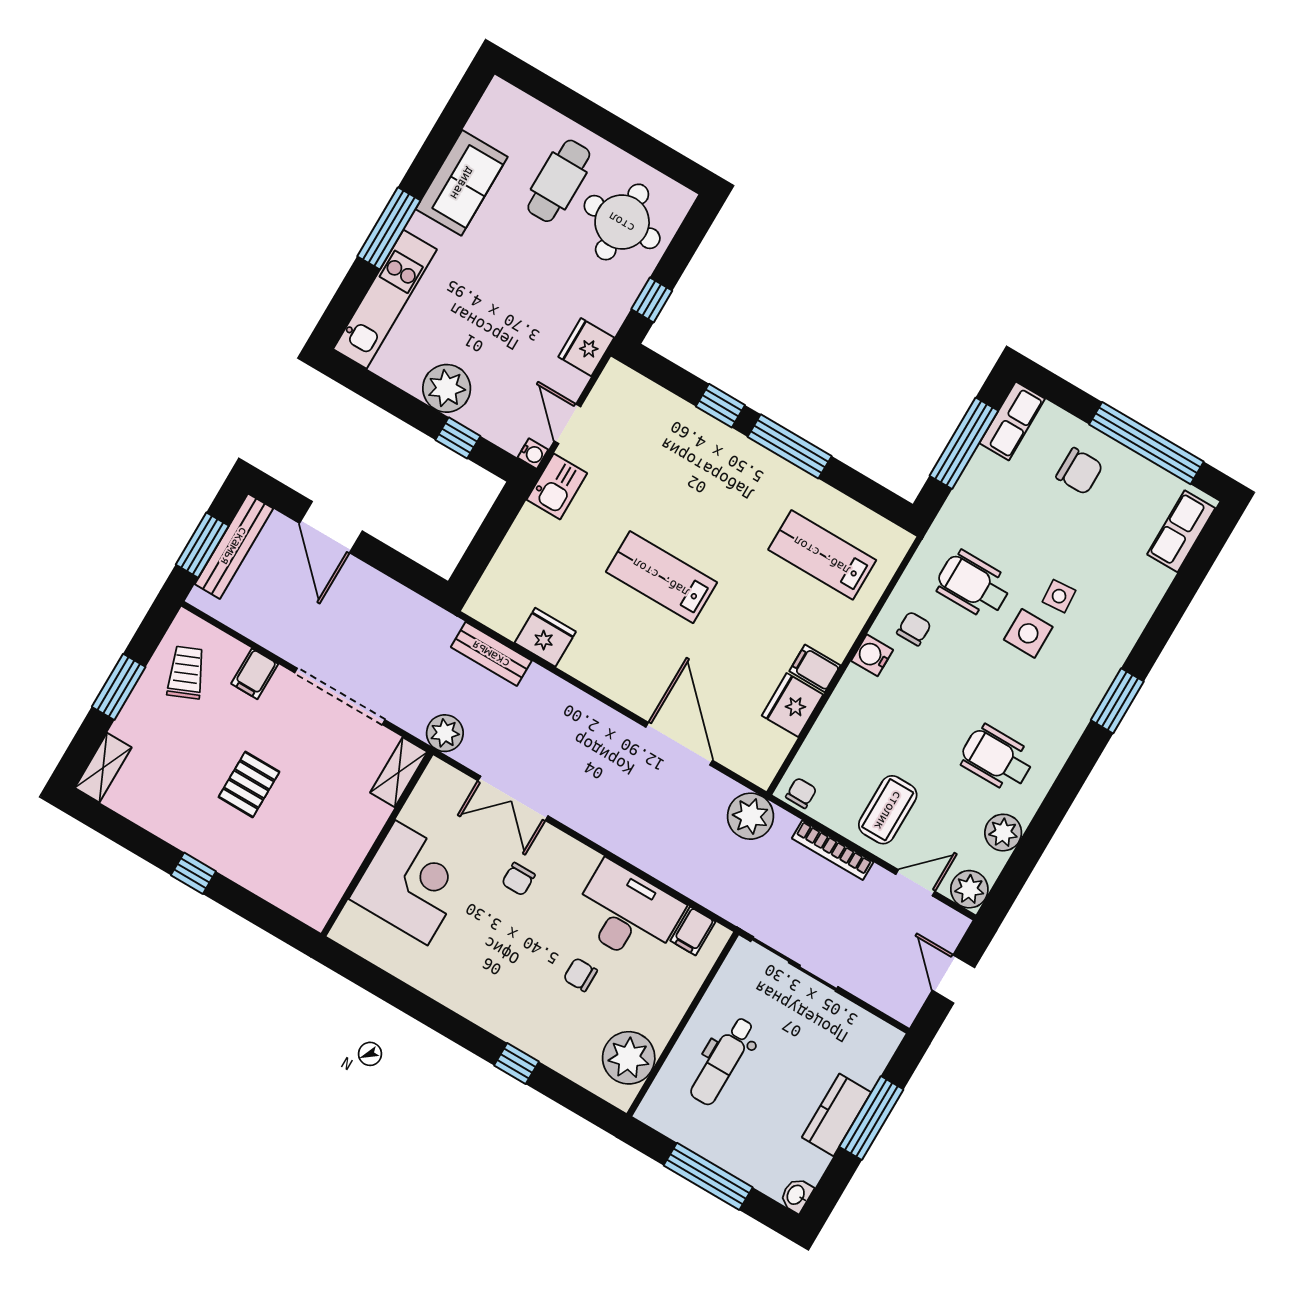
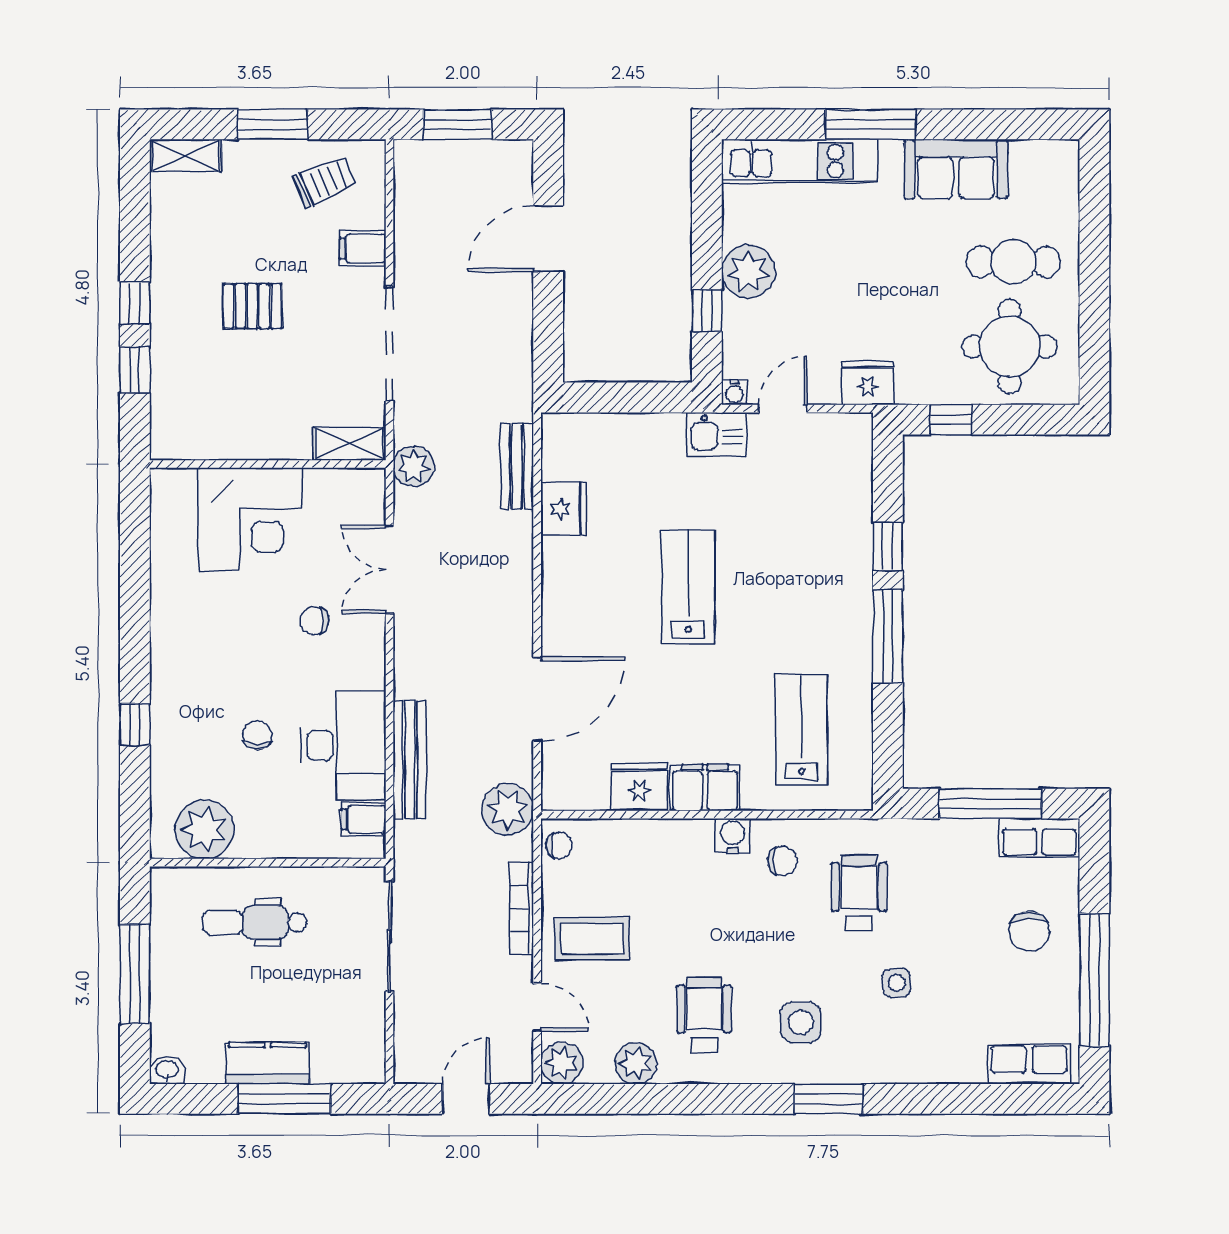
bench: (234, 546) -> (410, 760), moved, turned 90
side table: (1028, 633) -> (801, 1022), moved
filing cabinet: (815, 668) -> (705, 788), width x2.00
window: (245, 903) -> (135, 370), added

